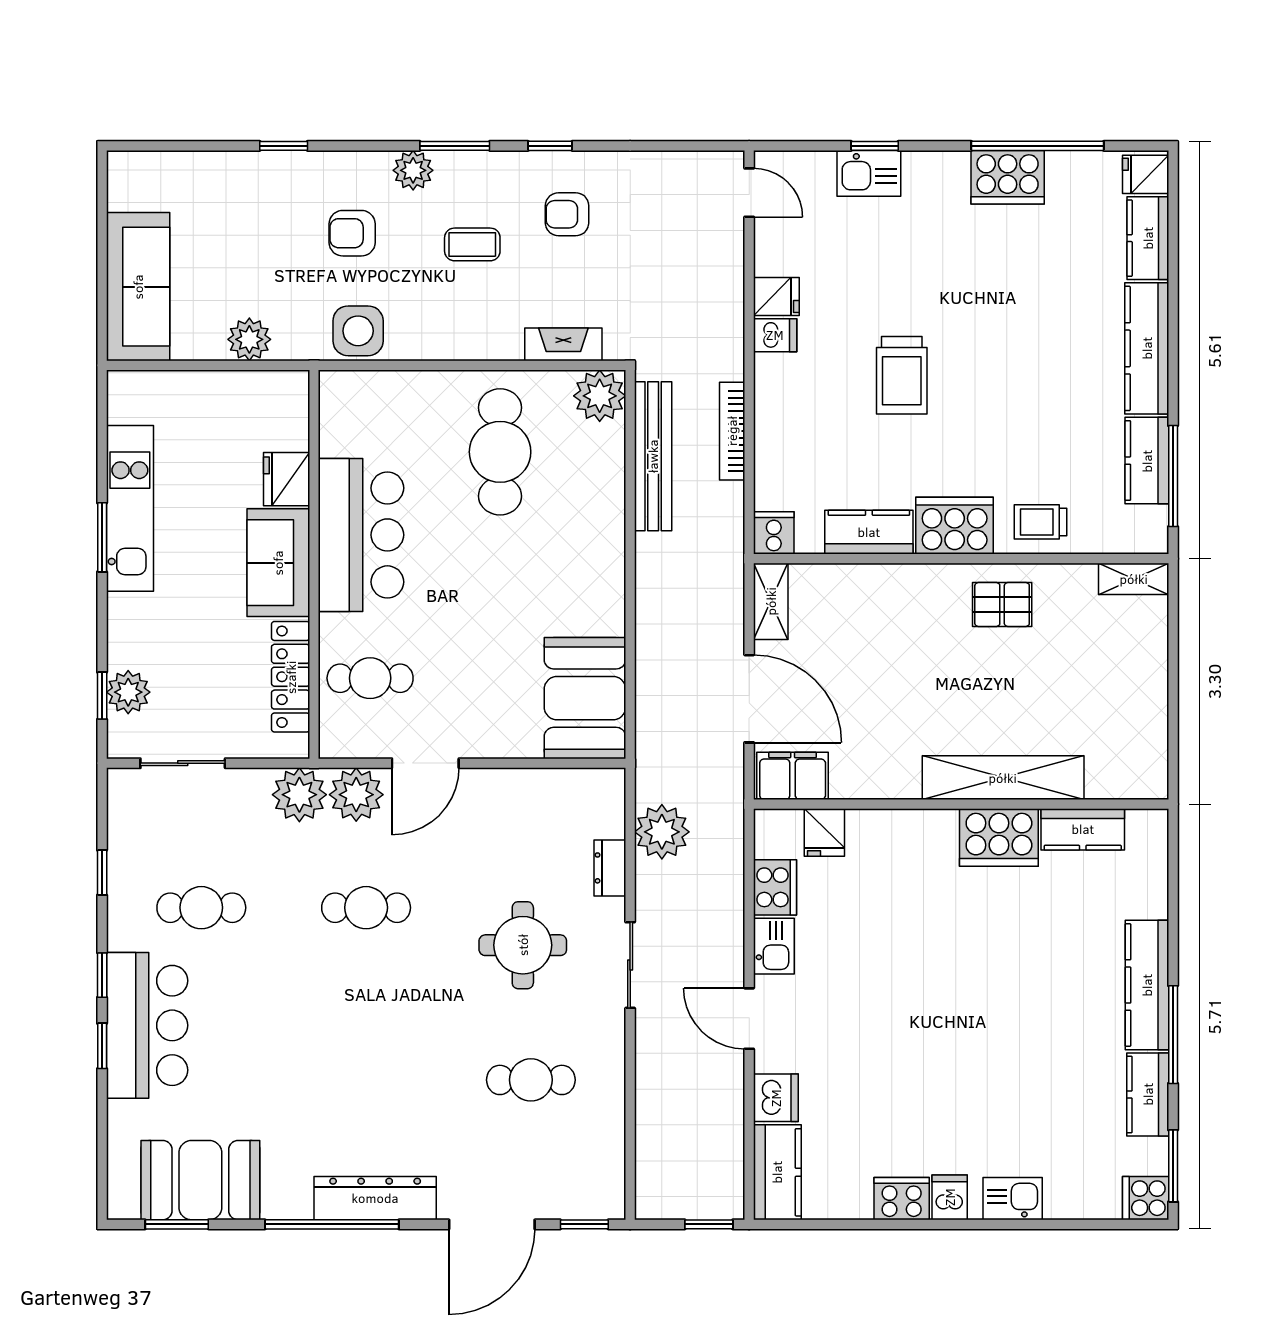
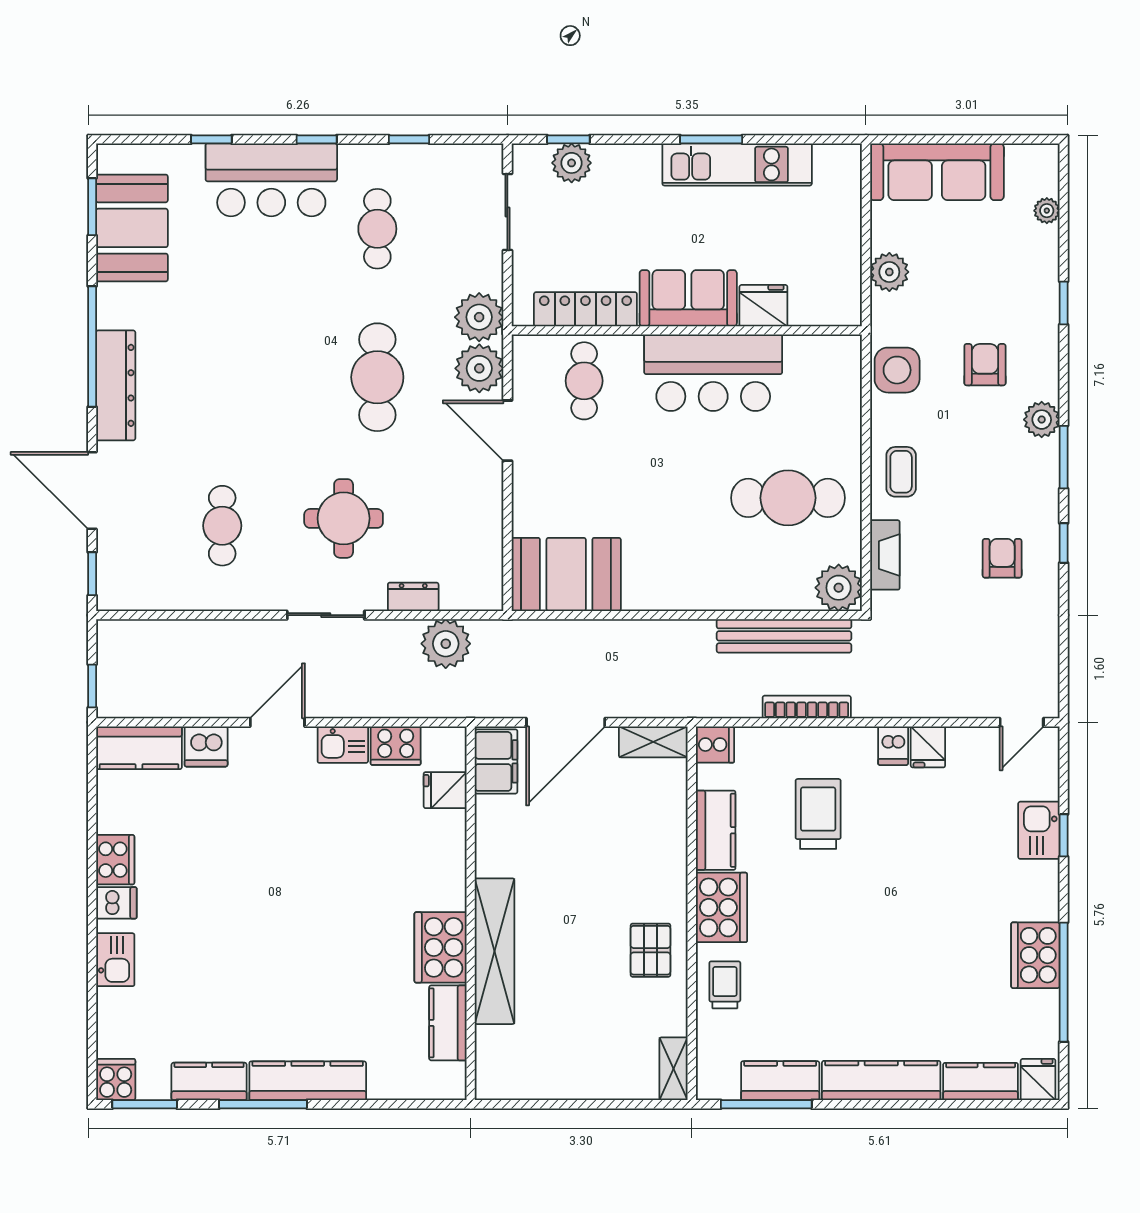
plant: (181, 165) -> (1047, 211), added
coffee table: (472, 244) -> (901, 472), moved
trolley: (902, 375) -> (818, 814), moved, turned 90
cafe table: (366, 908) -> (377, 377), width x1.37, depth x1.35
window: (102, 1046) -> (211, 139), moved

